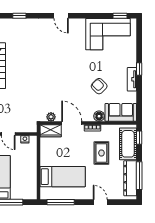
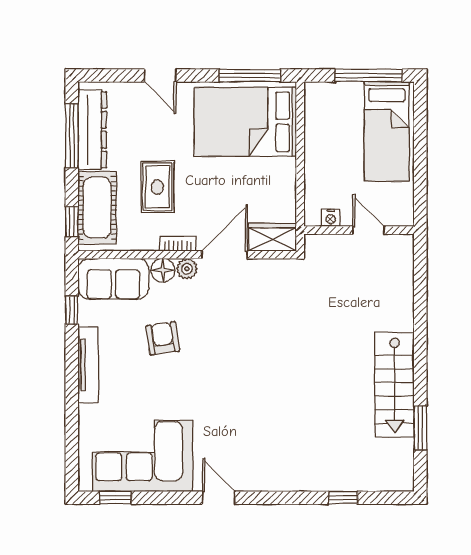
door: (61, 16) -> (219, 498), moved
window: (139, 69) -> (72, 310), moved
tv unit: (132, 79) -> (88, 365), width x1.41
armchair: (99, 86) -> (163, 338), turned -143
plant: (51, 117) -> (187, 269), moved
door: (72, 123) -> (225, 255), swing flipped
bed: (63, 177) -> (245, 122), width x1.50

